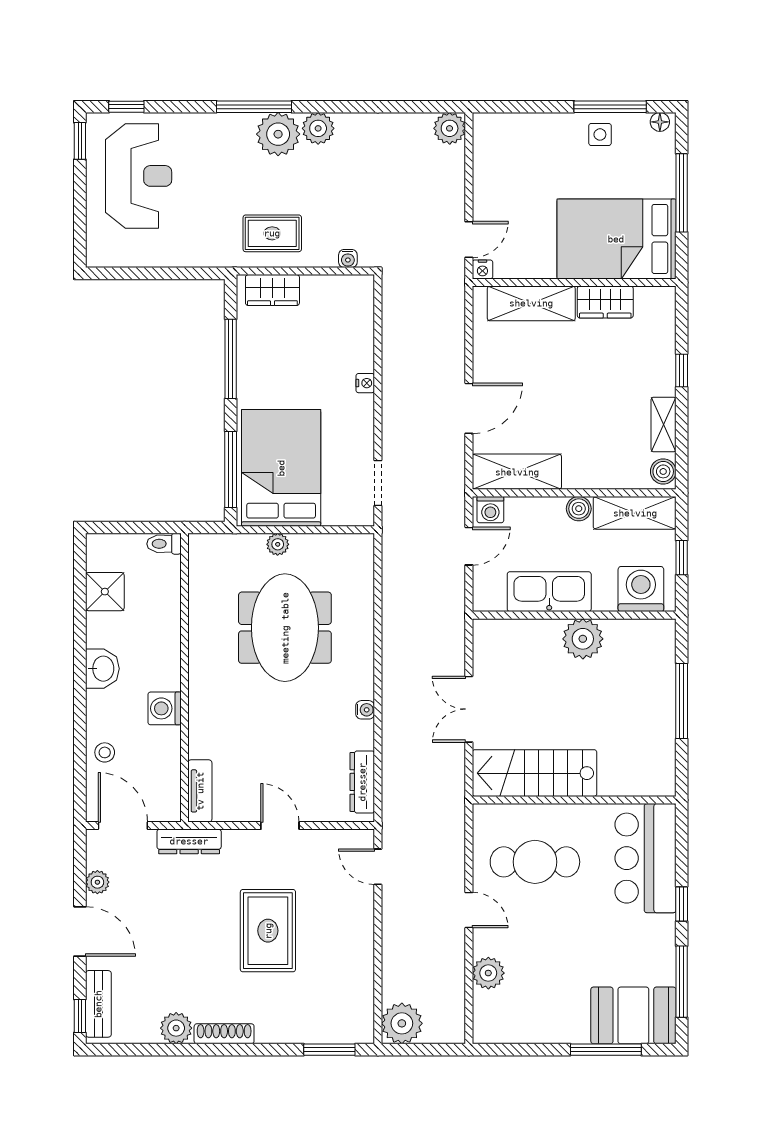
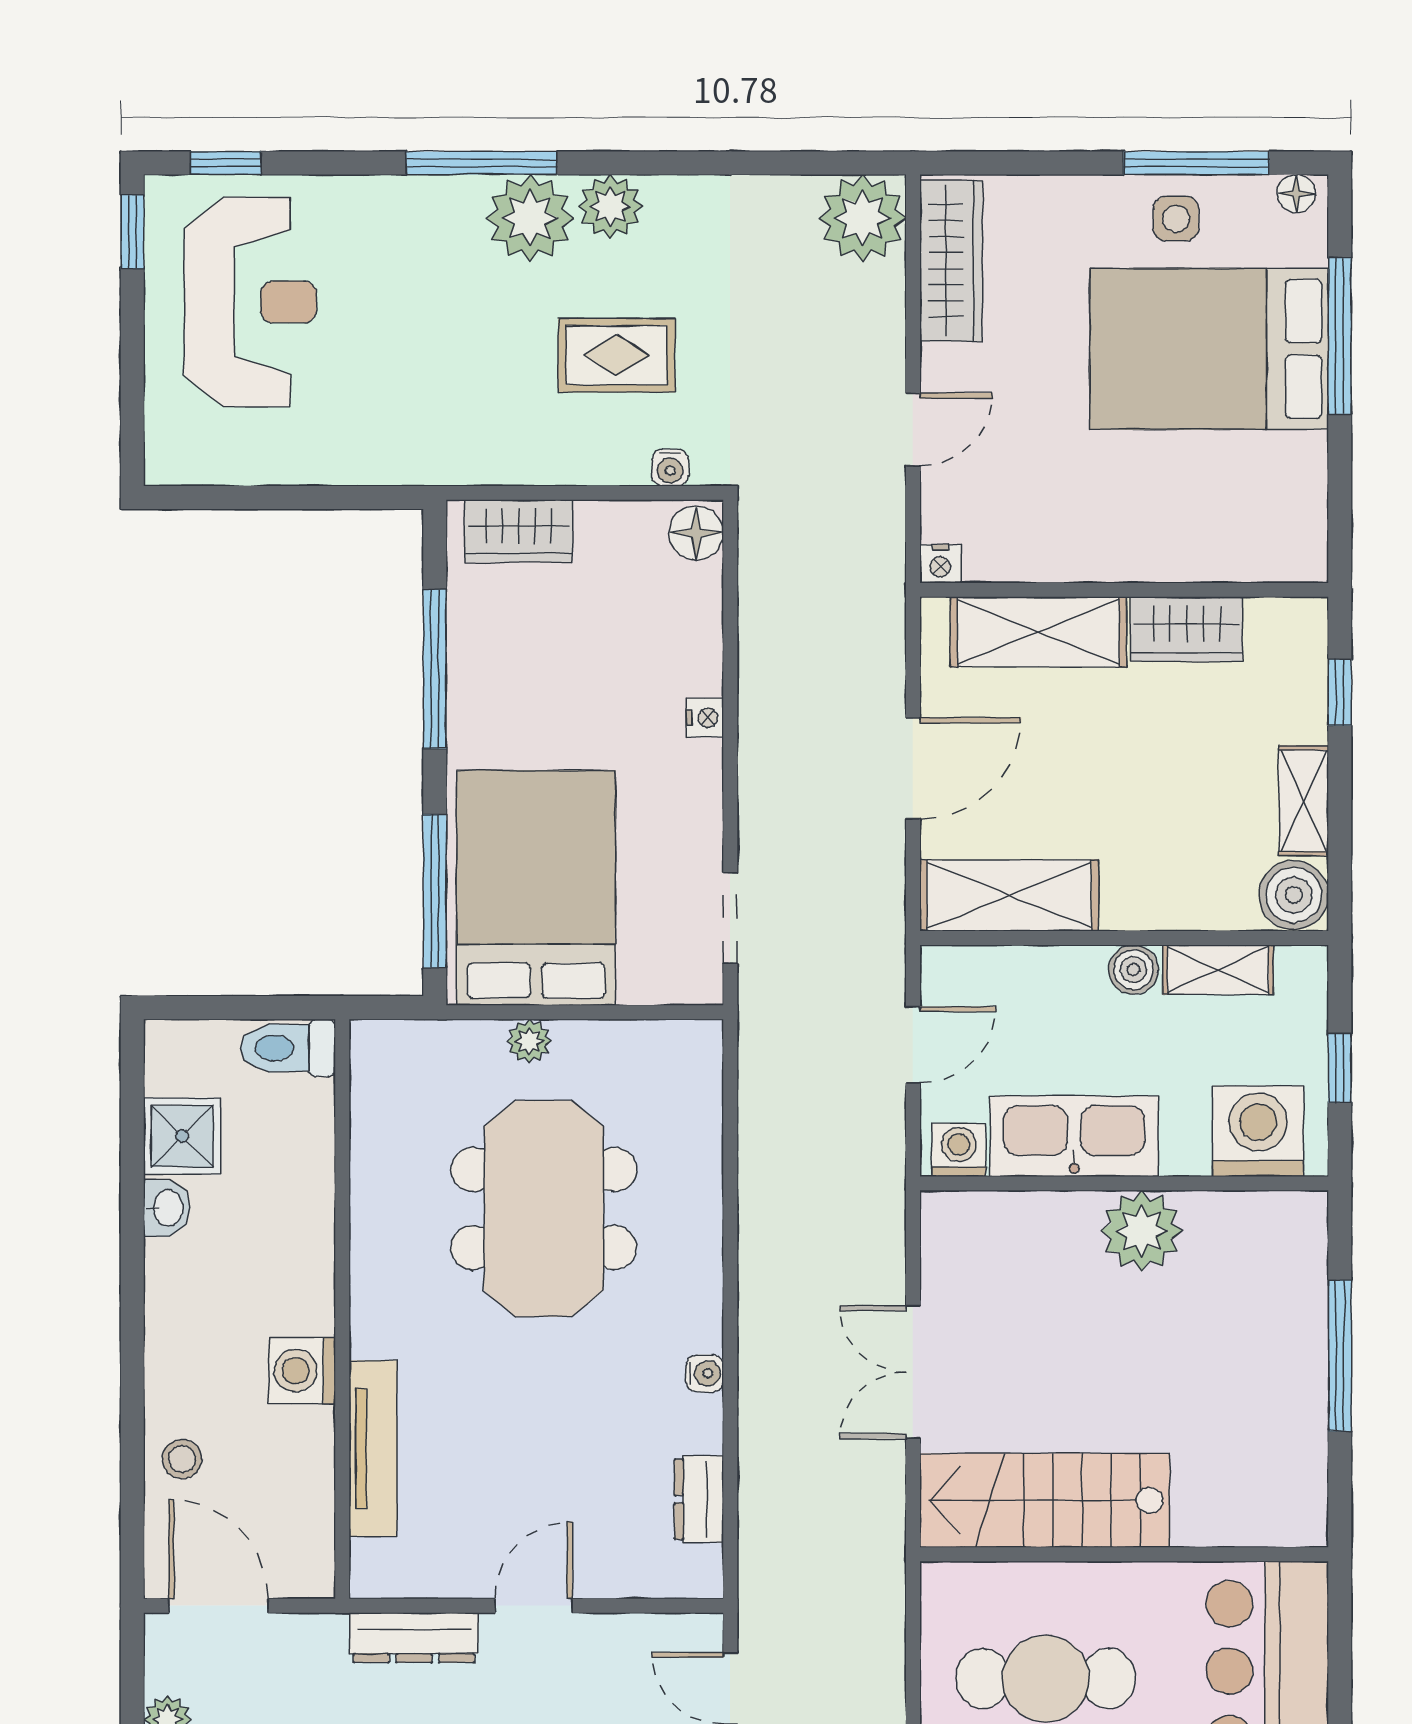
plant: (450, 128) -> (862, 218), width x1.36, depth x1.36
wardrobe: (488, 155) -> (951, 261), added
rug: (272, 233) -> (617, 355), moved
bed: (616, 239) -> (1209, 349), moved
nightstand: (482, 269) -> (940, 564), moved
wall: (574, 282) -> (1124, 590), moved
floor lamp: (361, 291) -> (696, 533), added
wardrobe: (605, 302) -> (1187, 629), moved
shelving: (531, 303) -> (1038, 632), moved
boiler: (663, 471) -> (1294, 895), width x1.36, depth x1.36
washing machine: (490, 510) -> (959, 1150), moved, turned 180
shelving: (635, 513) -> (1218, 970), width x0.67, depth x0.75
toilet: (164, 544) -> (288, 1048), width x1.37, depth x1.39
washbasin: (102, 669) -> (167, 1208), moved, width x0.72, depth x0.69
dresser: (362, 782) -> (699, 1499), width x0.70
tv unit: (200, 791) -> (373, 1449), moved, width x1.41
door: (280, 826) -> (534, 1606), hinge flipped
dresser: (189, 841) -> (414, 1638), moved

